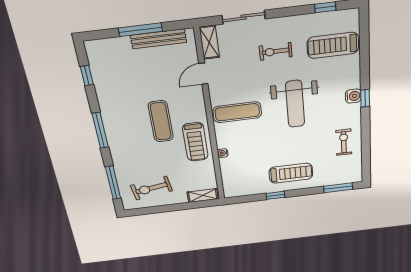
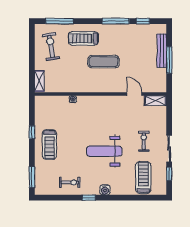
sliding door: (244, 17) -> (169, 149), moved
bench: (158, 39) -> (162, 51), moved
window: (365, 98) -> (89, 198), moved
exercise mat: (237, 112) -> (103, 113), removed
window: (100, 130) -> (116, 21), moved
treadmill: (195, 142) -> (83, 38), moved

